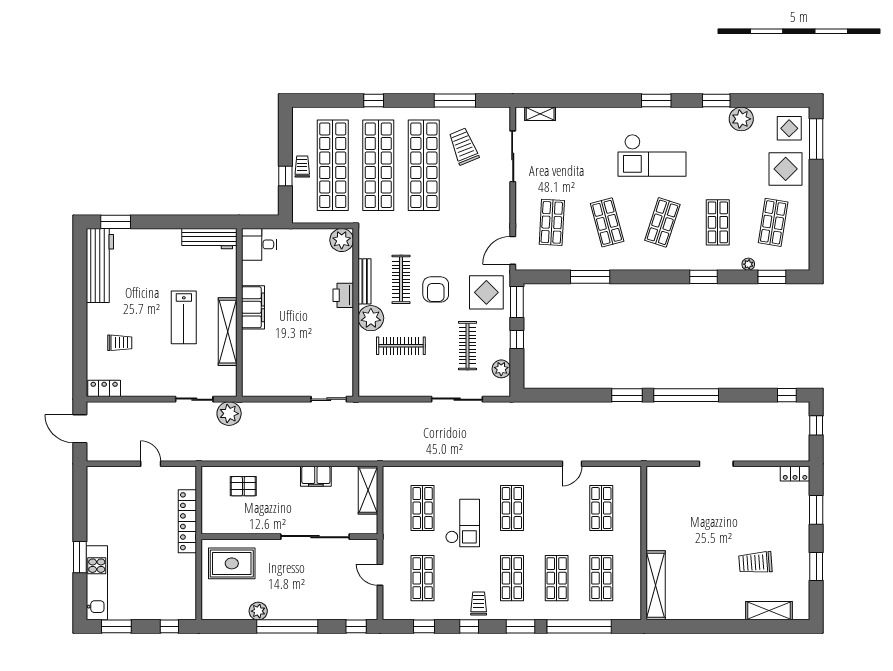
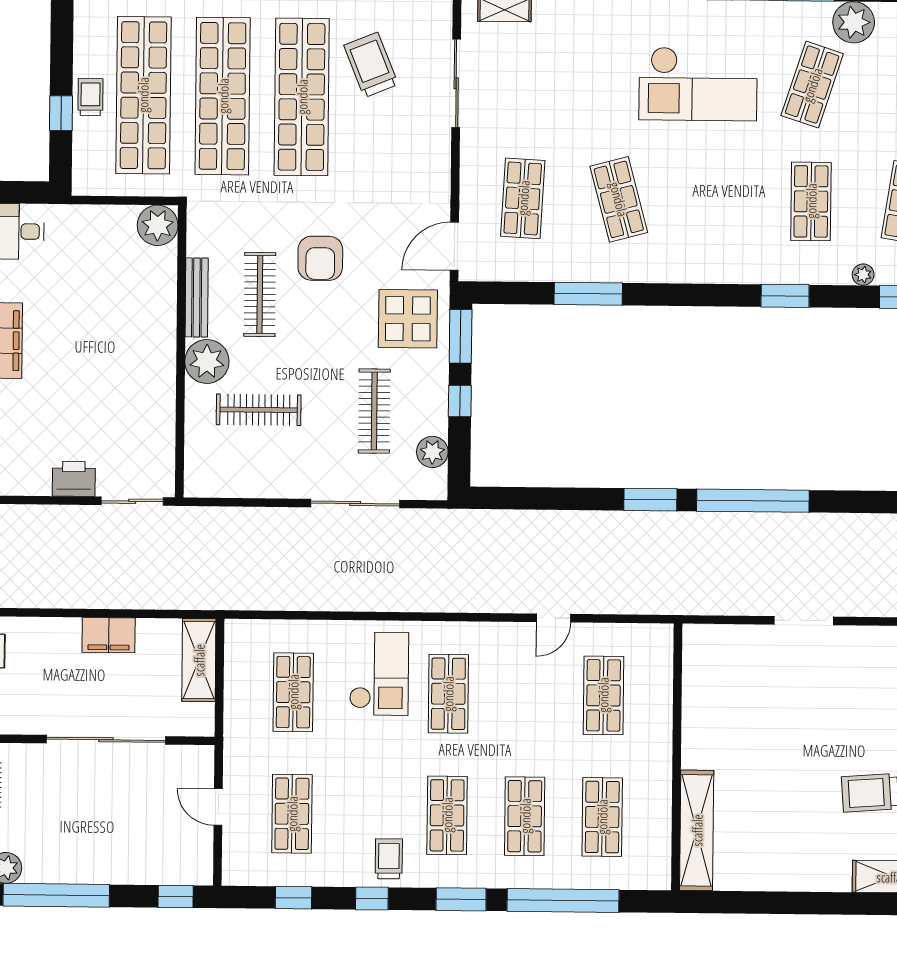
shop shelf: (662, 222) -> (812, 85), moved
armchair: (436, 289) -> (320, 258), moved
printer: (343, 295) -> (74, 479), moved, turned 90
checkout: (463, 523) -> (379, 674), moved

